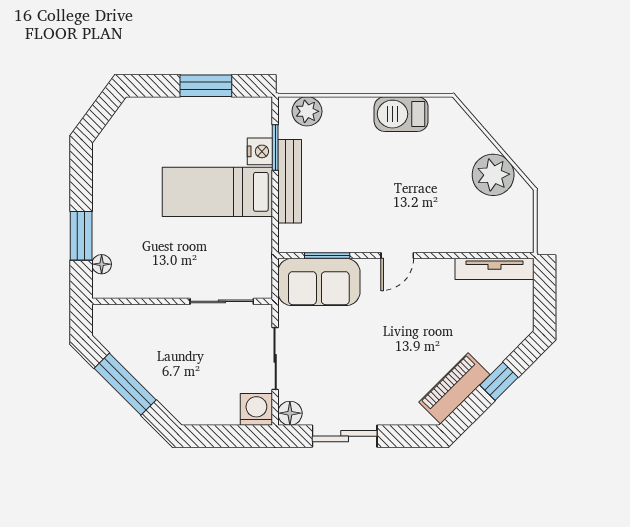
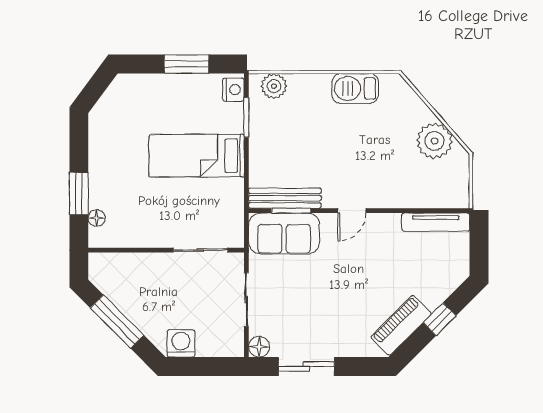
nightstand: (260, 151) -> (233, 90), moved
bench: (290, 181) -> (285, 198), moved, turned 90
washing machine: (256, 409) -> (181, 343), moved

